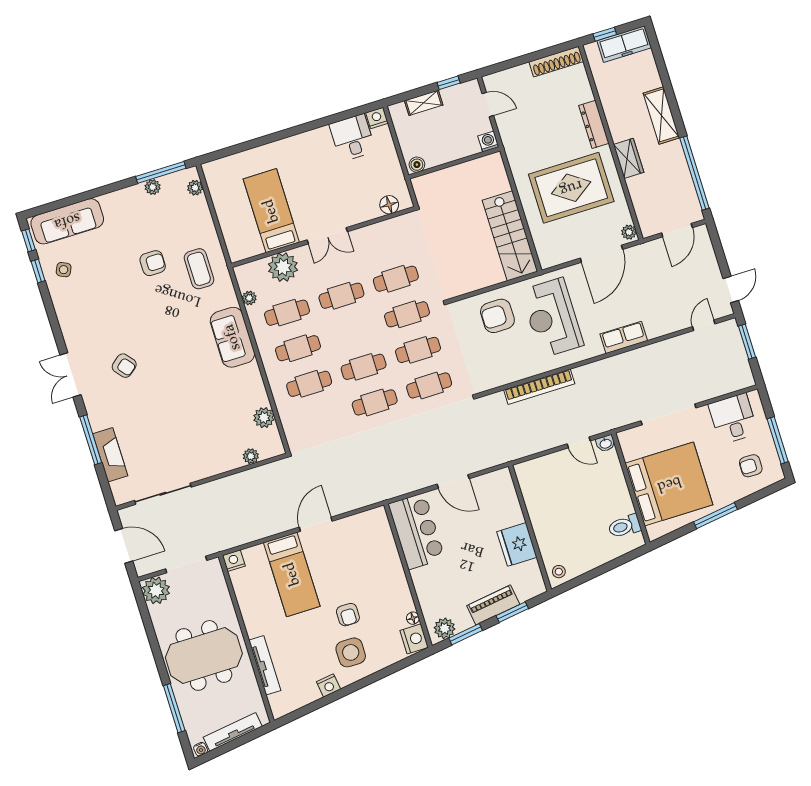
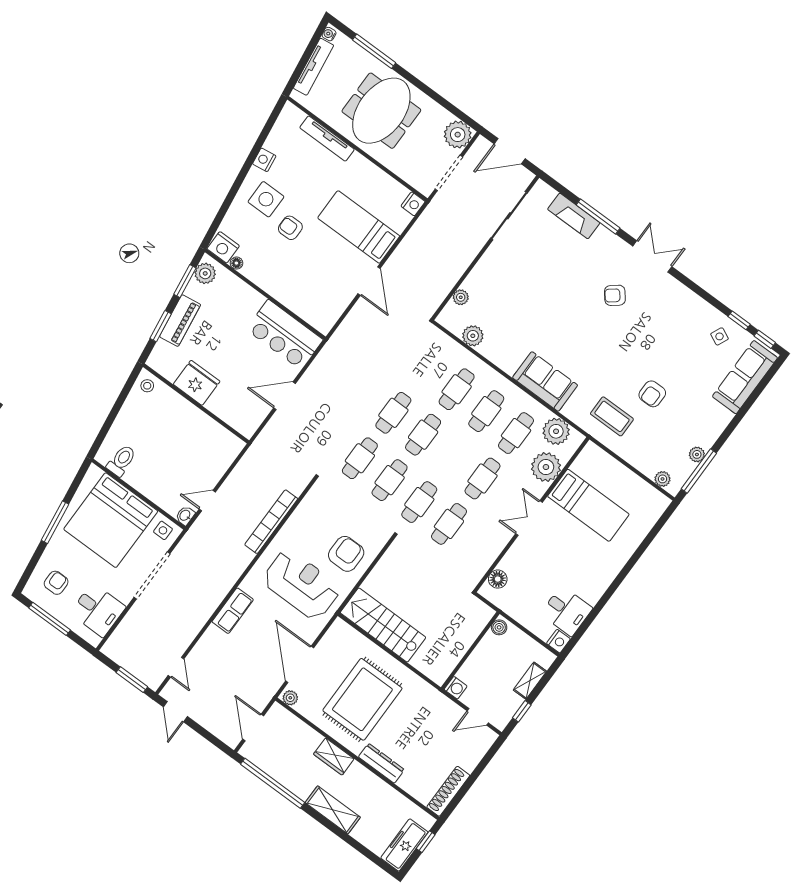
plant: (249, 298) -> (556, 431), width x1.87, depth x1.87
side table: (632, 444) -> (163, 530), added

